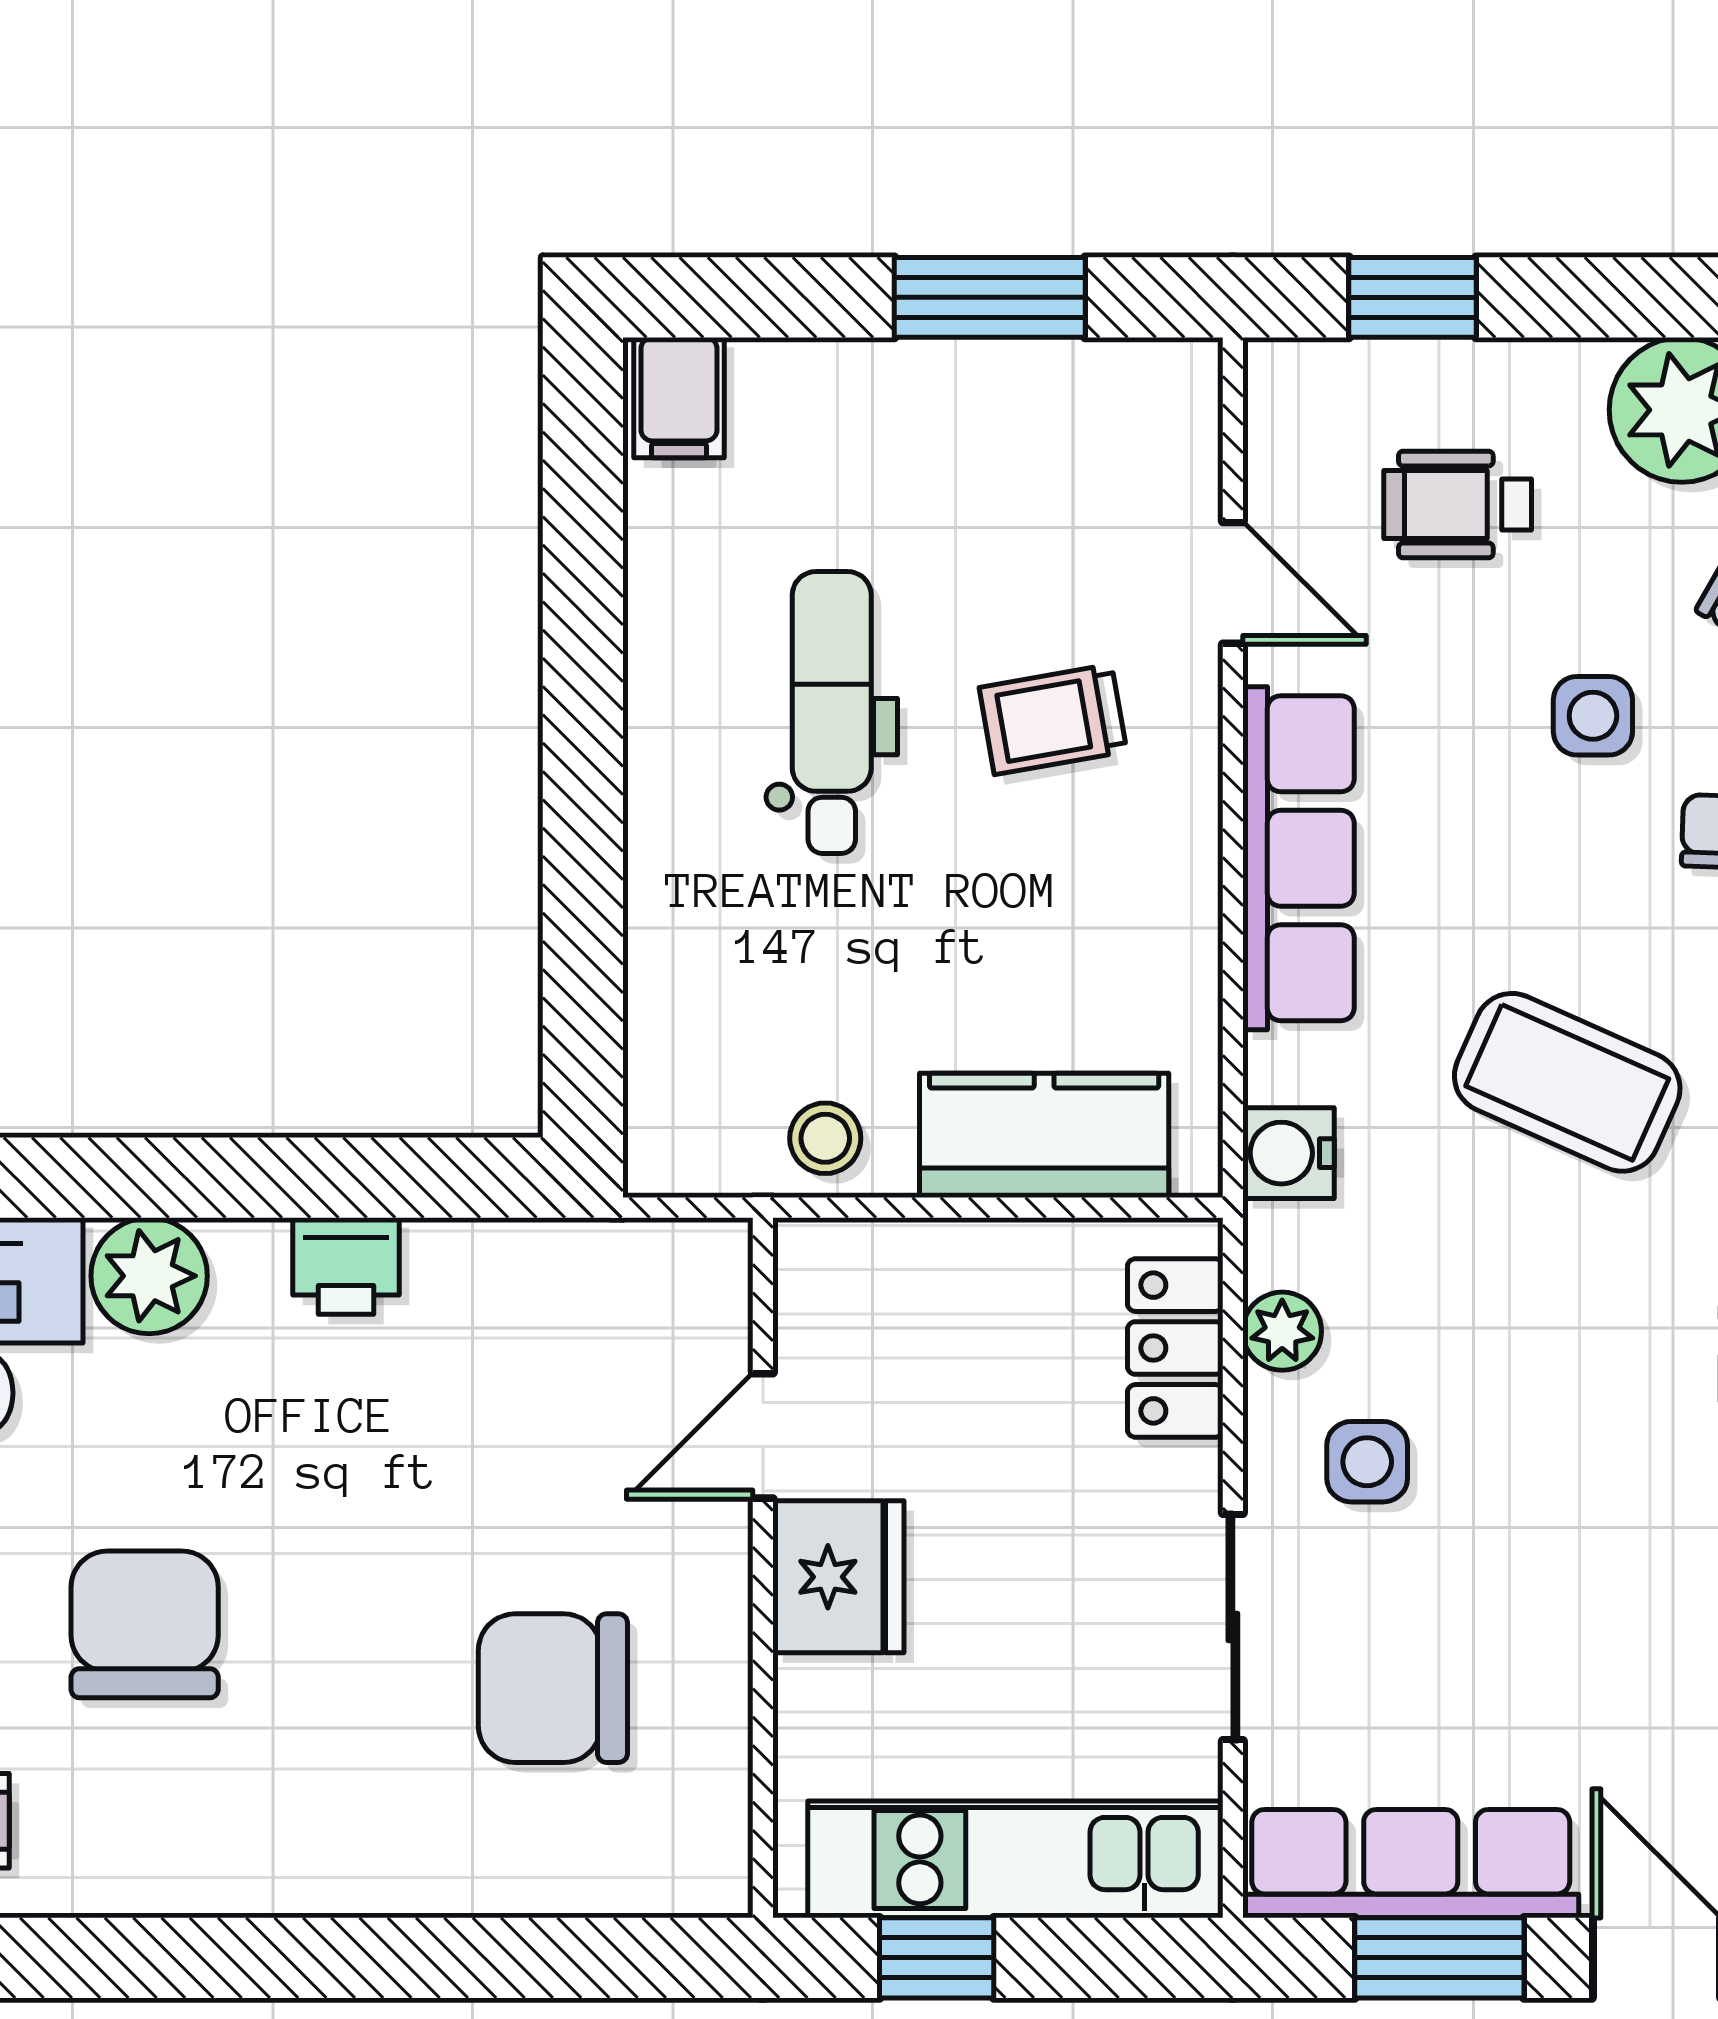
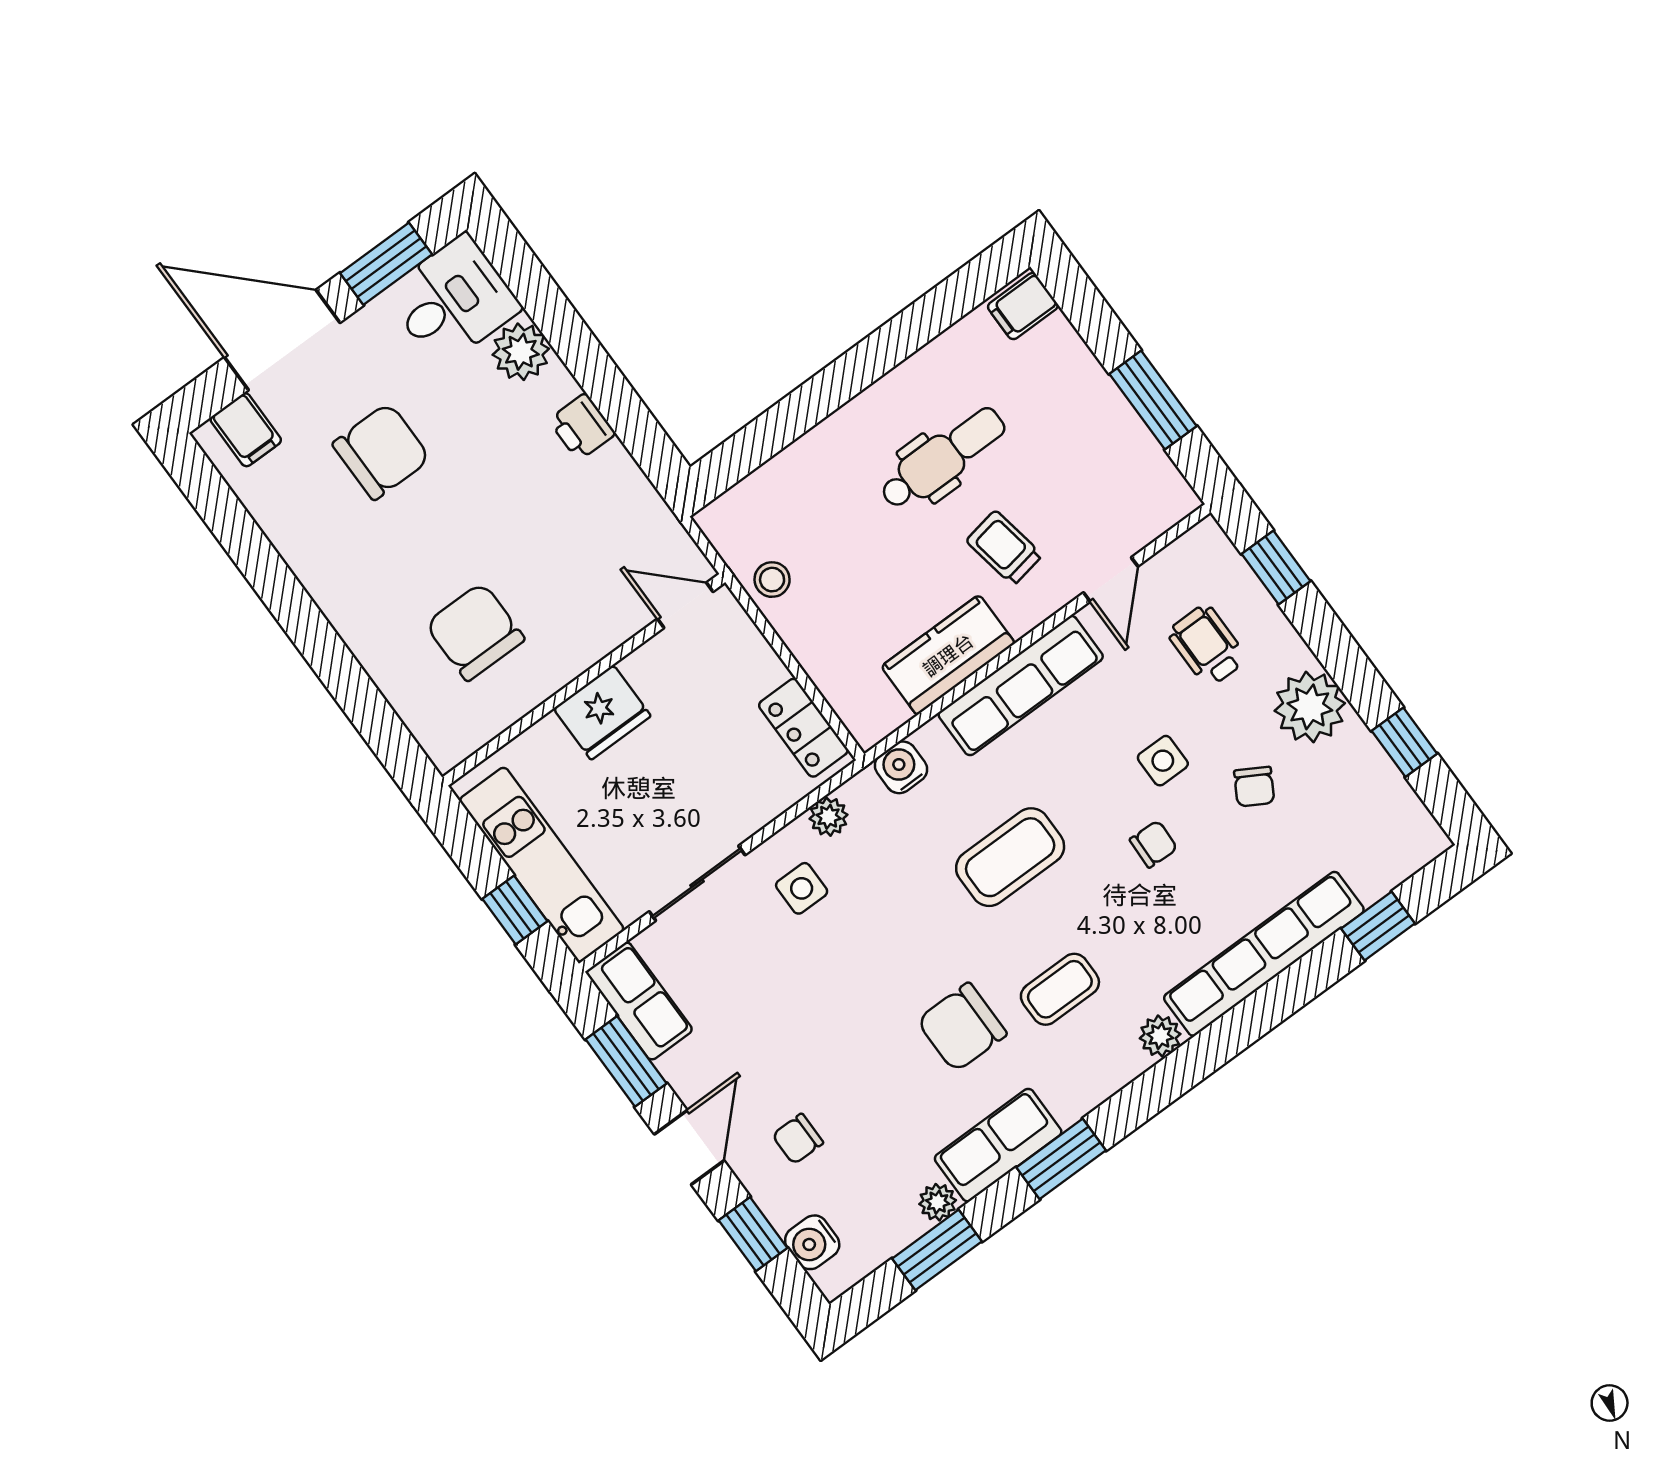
coffee table: (1567, 1082) -> (1010, 857), turned 66
kitchen counter: (1044, 1135) -> (948, 655), moved, turned -90
locker: (1175, 1348) -> (803, 728), moved, turned -90
door: (763, 1436) -> (685, 605), moved
row of seats: (1411, 1864) -> (639, 1001), width x0.68
window: (937, 1958) -> (515, 910), moved

